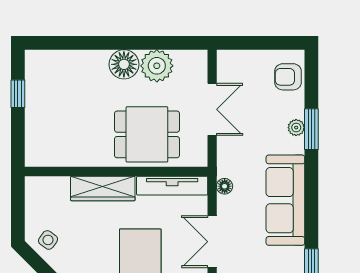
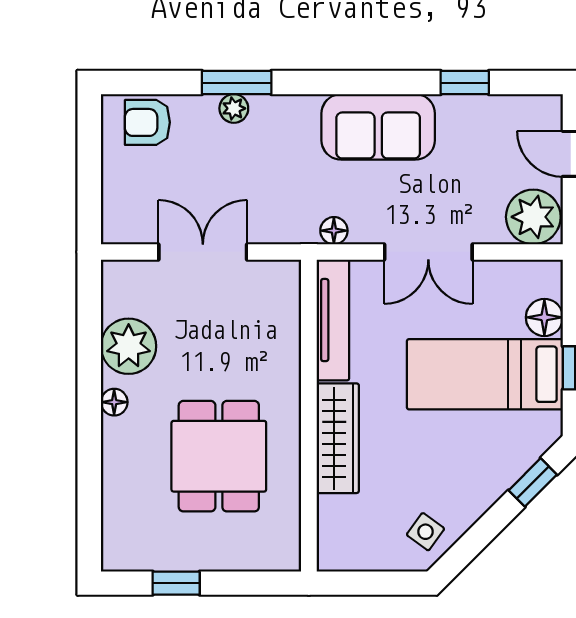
floor lamp: (124, 64) -> (114, 402), width x0.53, depth x0.53
armchair: (288, 77) -> (147, 122), turned 90
dining table: (147, 134) -> (219, 456), moved
sofa: (285, 200) -> (378, 127), width x0.73

